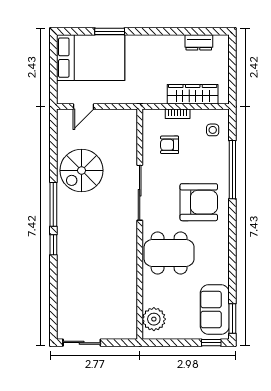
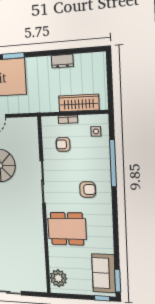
dresser: (199, 42) -> (62, 61), moved
armchair: (199, 202) -> (88, 190), width x0.53, depth x0.53

